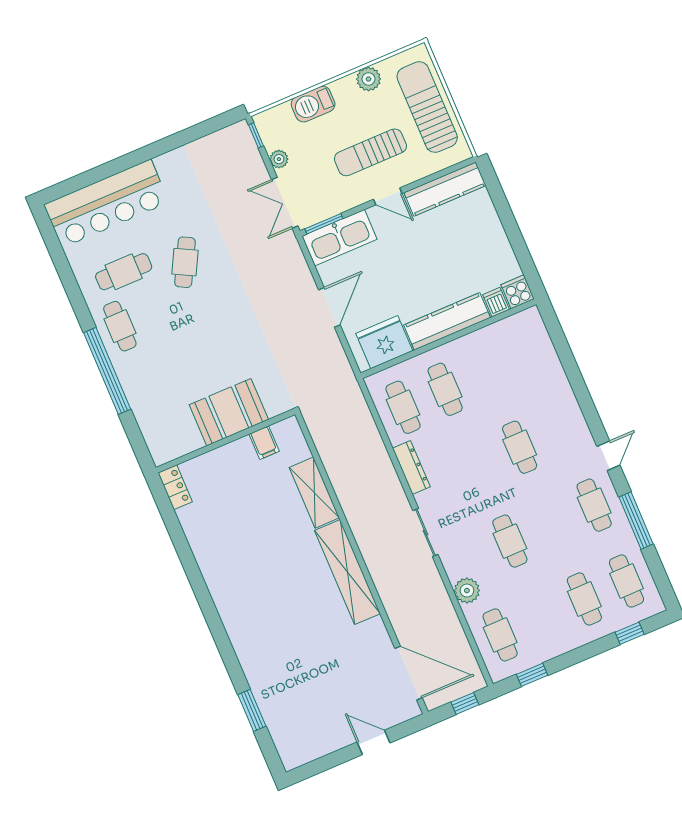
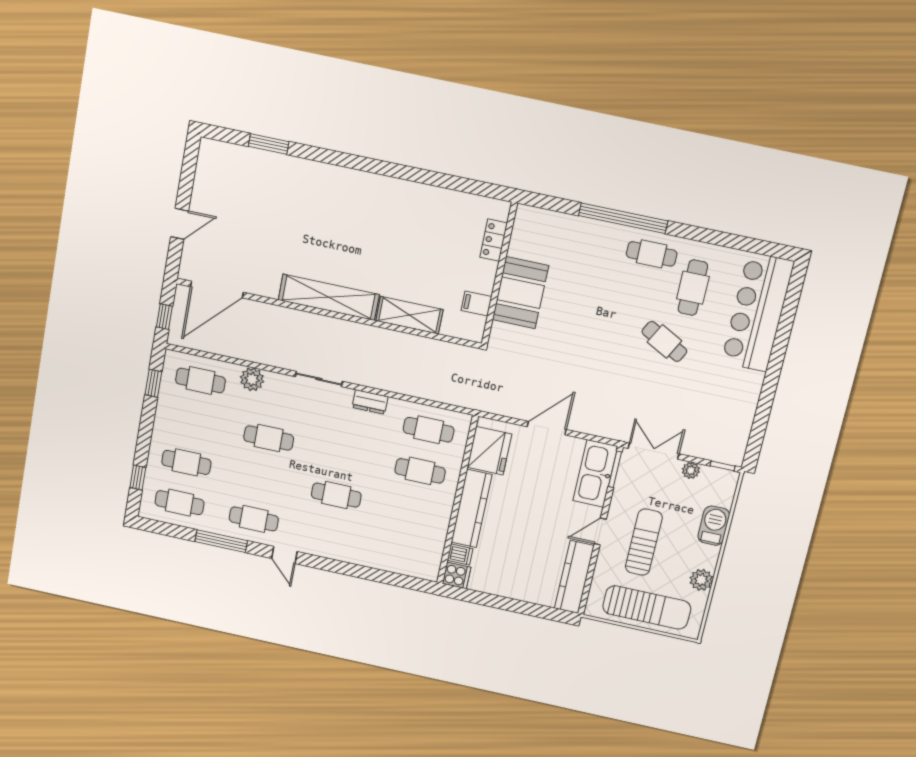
door: (329, 307) -> (547, 428), swing flipped
dresser: (411, 467) -> (370, 402), width x0.70
locker: (175, 487) -> (494, 240), moved, turned 90

